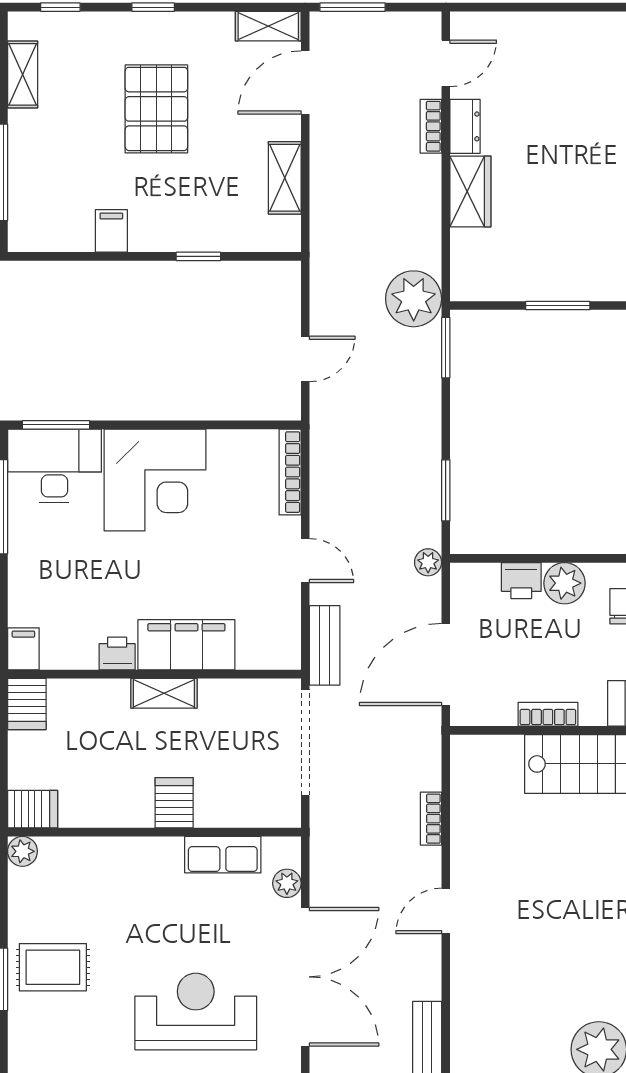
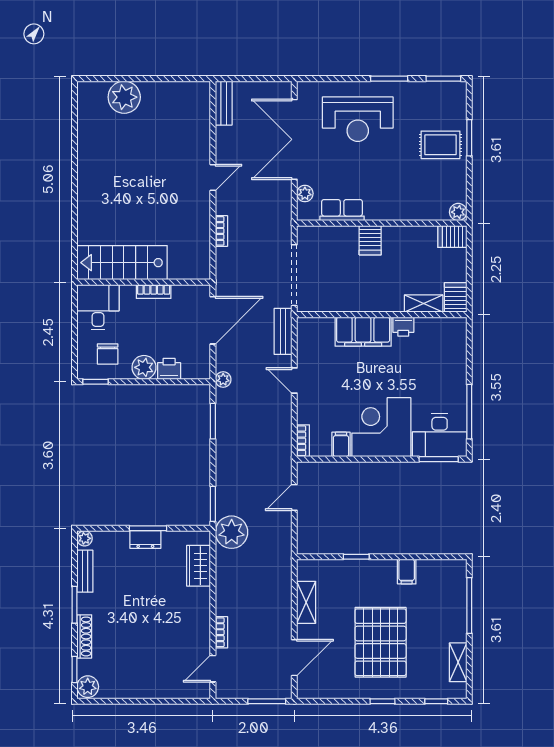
shelving: (268, 26) -> (316, 690), removed
pallet: (156, 109) -> (381, 642), width x1.37, depth x1.41
dresser: (465, 126) -> (145, 540), moved, turned -90
wardrobe: (470, 191) -> (199, 566), moved
bookcase: (290, 472) -> (303, 441), width x0.64
filing cabinet: (23, 649) -> (341, 444), moved, turned 180
shelving: (164, 693) -> (424, 304), moved

